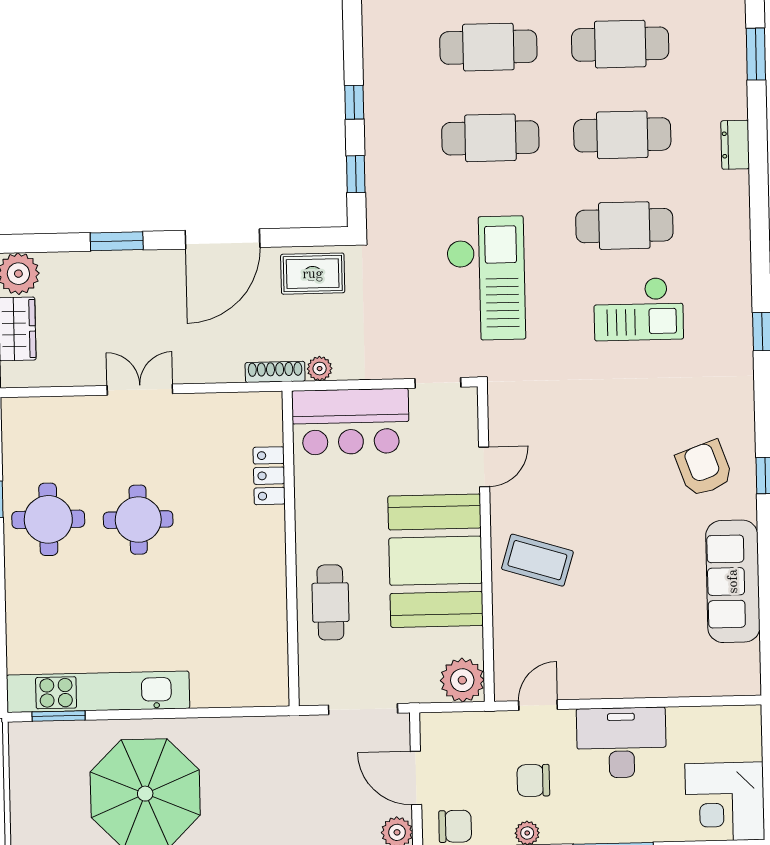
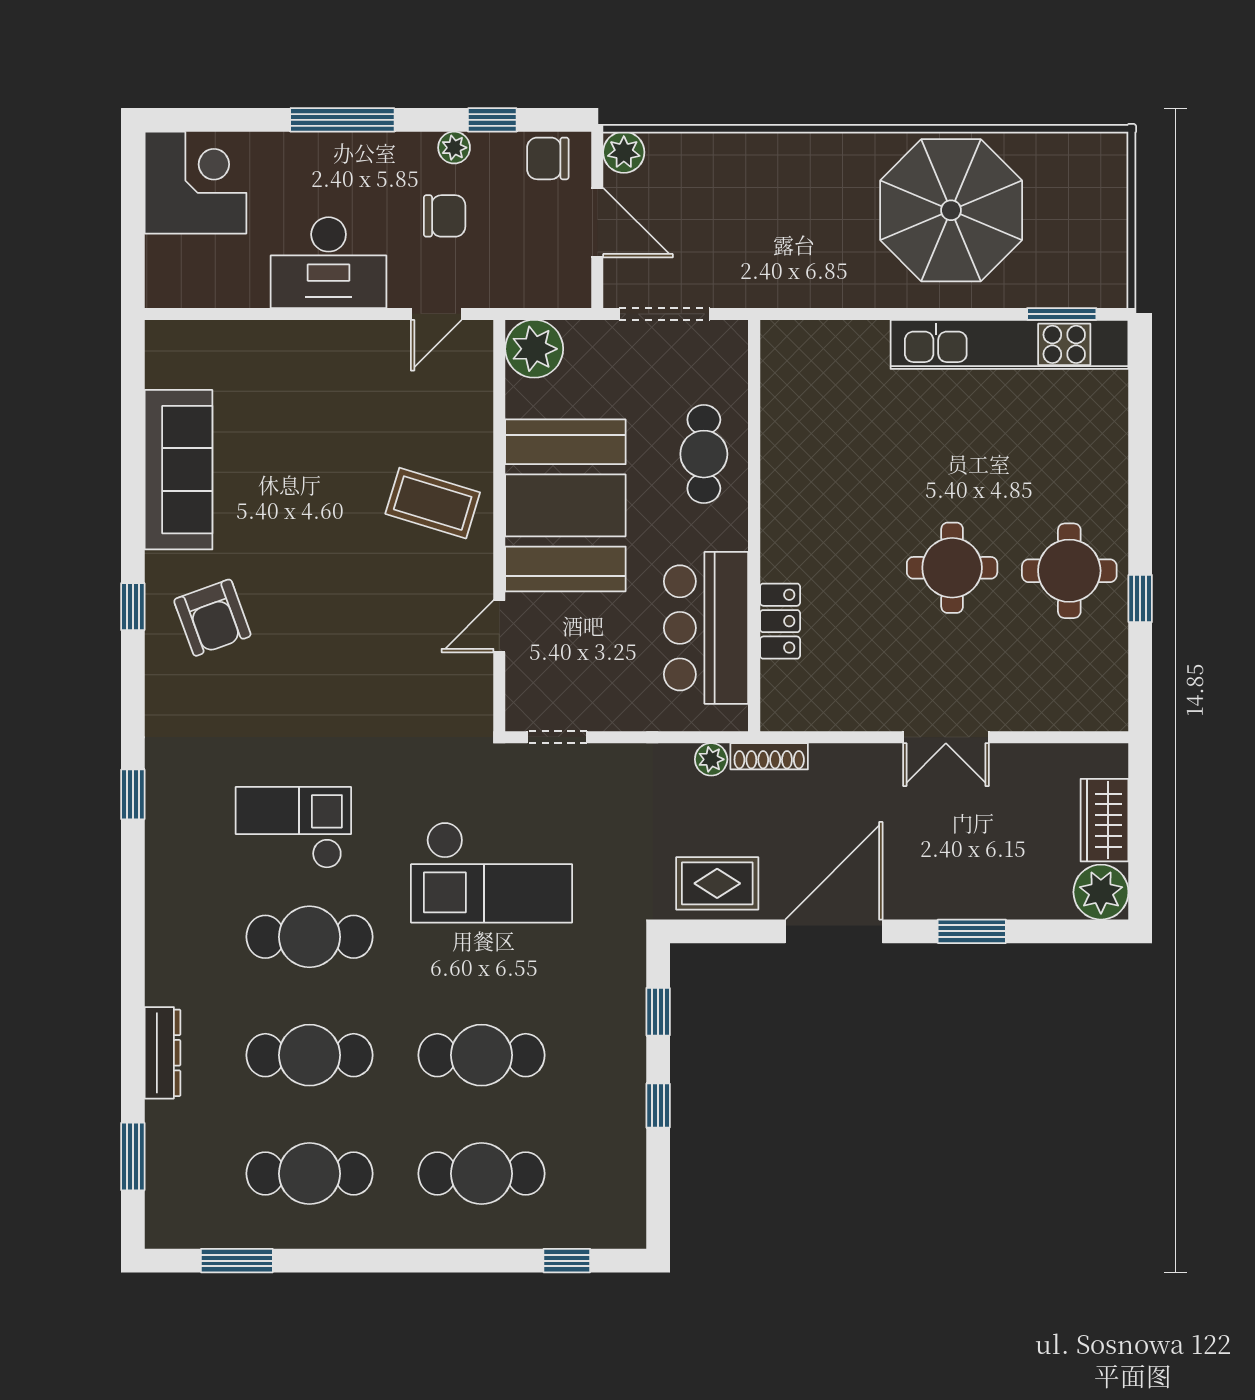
dresser: (735, 145) -> (163, 1053), width x1.44
checkout: (486, 278) -> (492, 872), turned -90
bar counter: (350, 422) -> (706, 628), moved, turned -90

